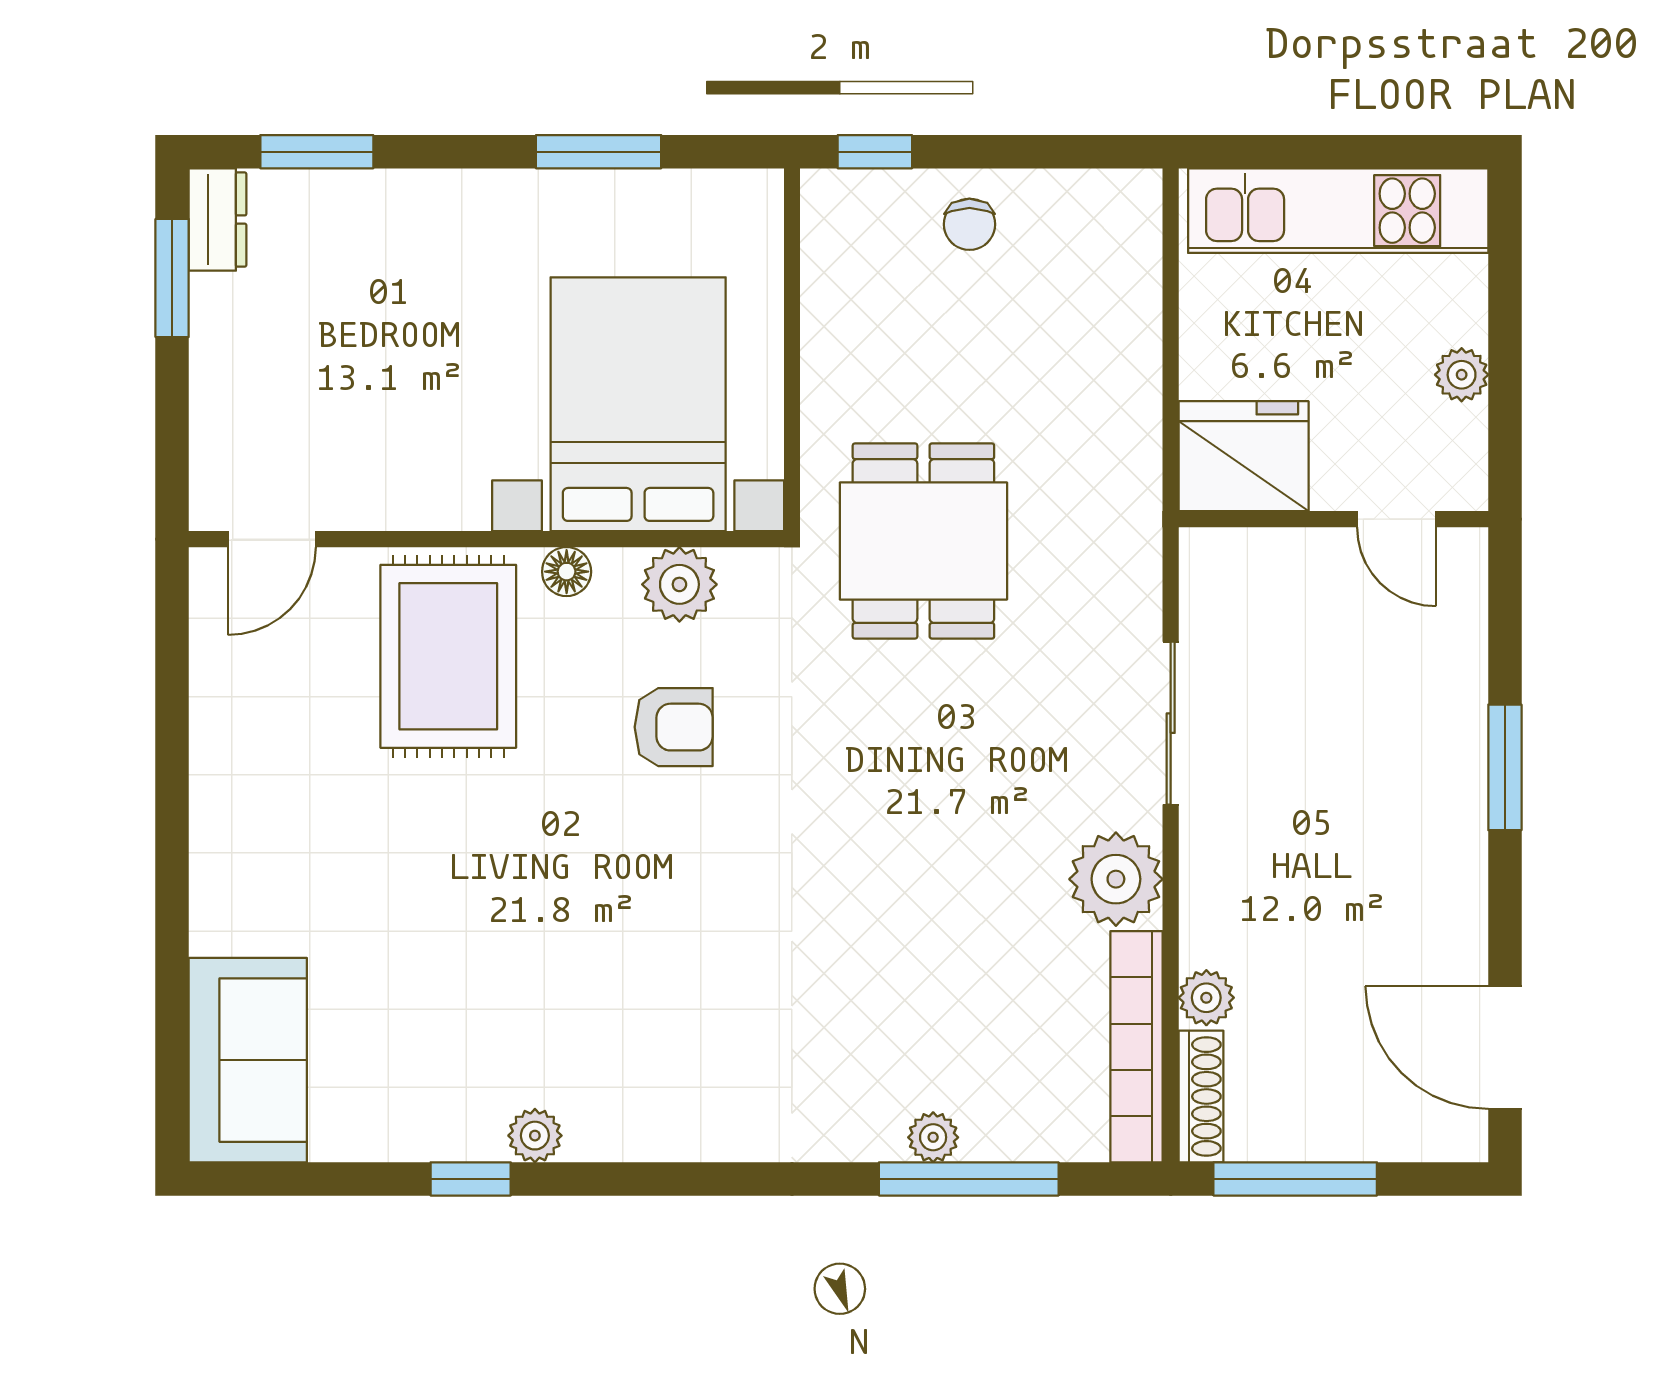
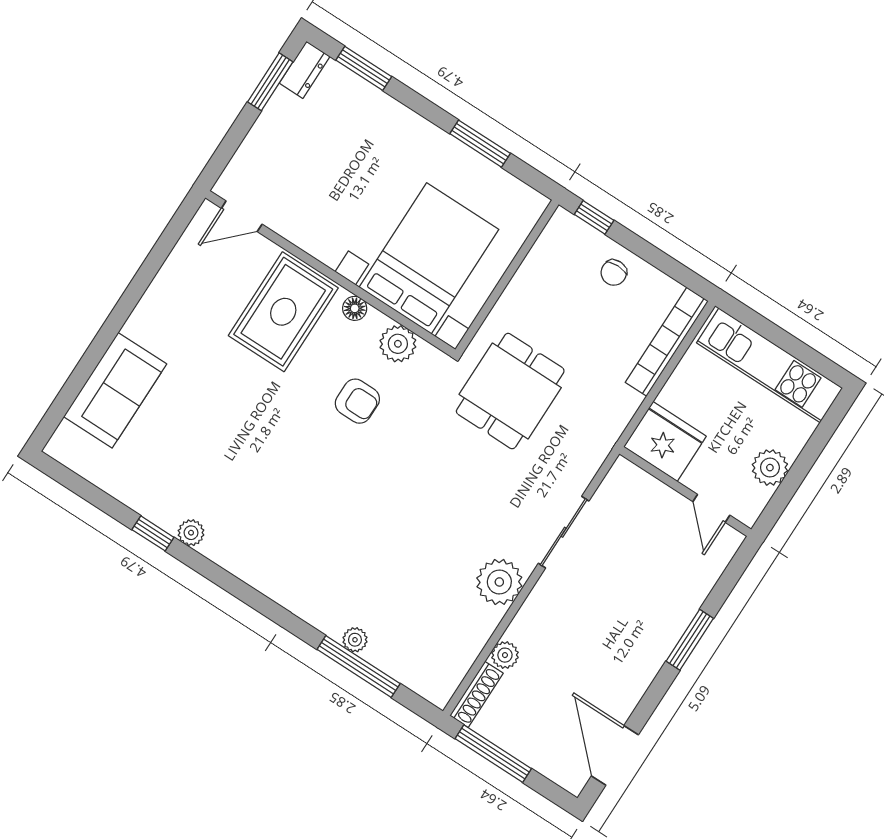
plant: (1462, 375) -> (770, 468), width x1.38, depth x1.38
bookcase: (1136, 1047) -> (667, 342), moved
sofa: (248, 1060) -> (115, 390), moved

